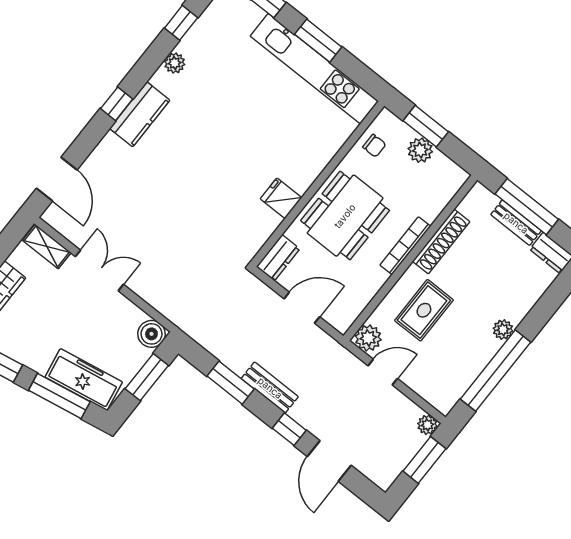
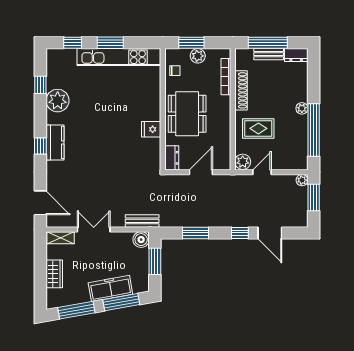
plant: (175, 63) -> (58, 101), width x1.88, depth x1.88
bookcase: (405, 246) -> (226, 77), moved
rug: (424, 310) -> (258, 128), turned 90
freezer: (84, 379) -> (110, 288), moved
bench: (270, 388) -> (142, 221), moved

